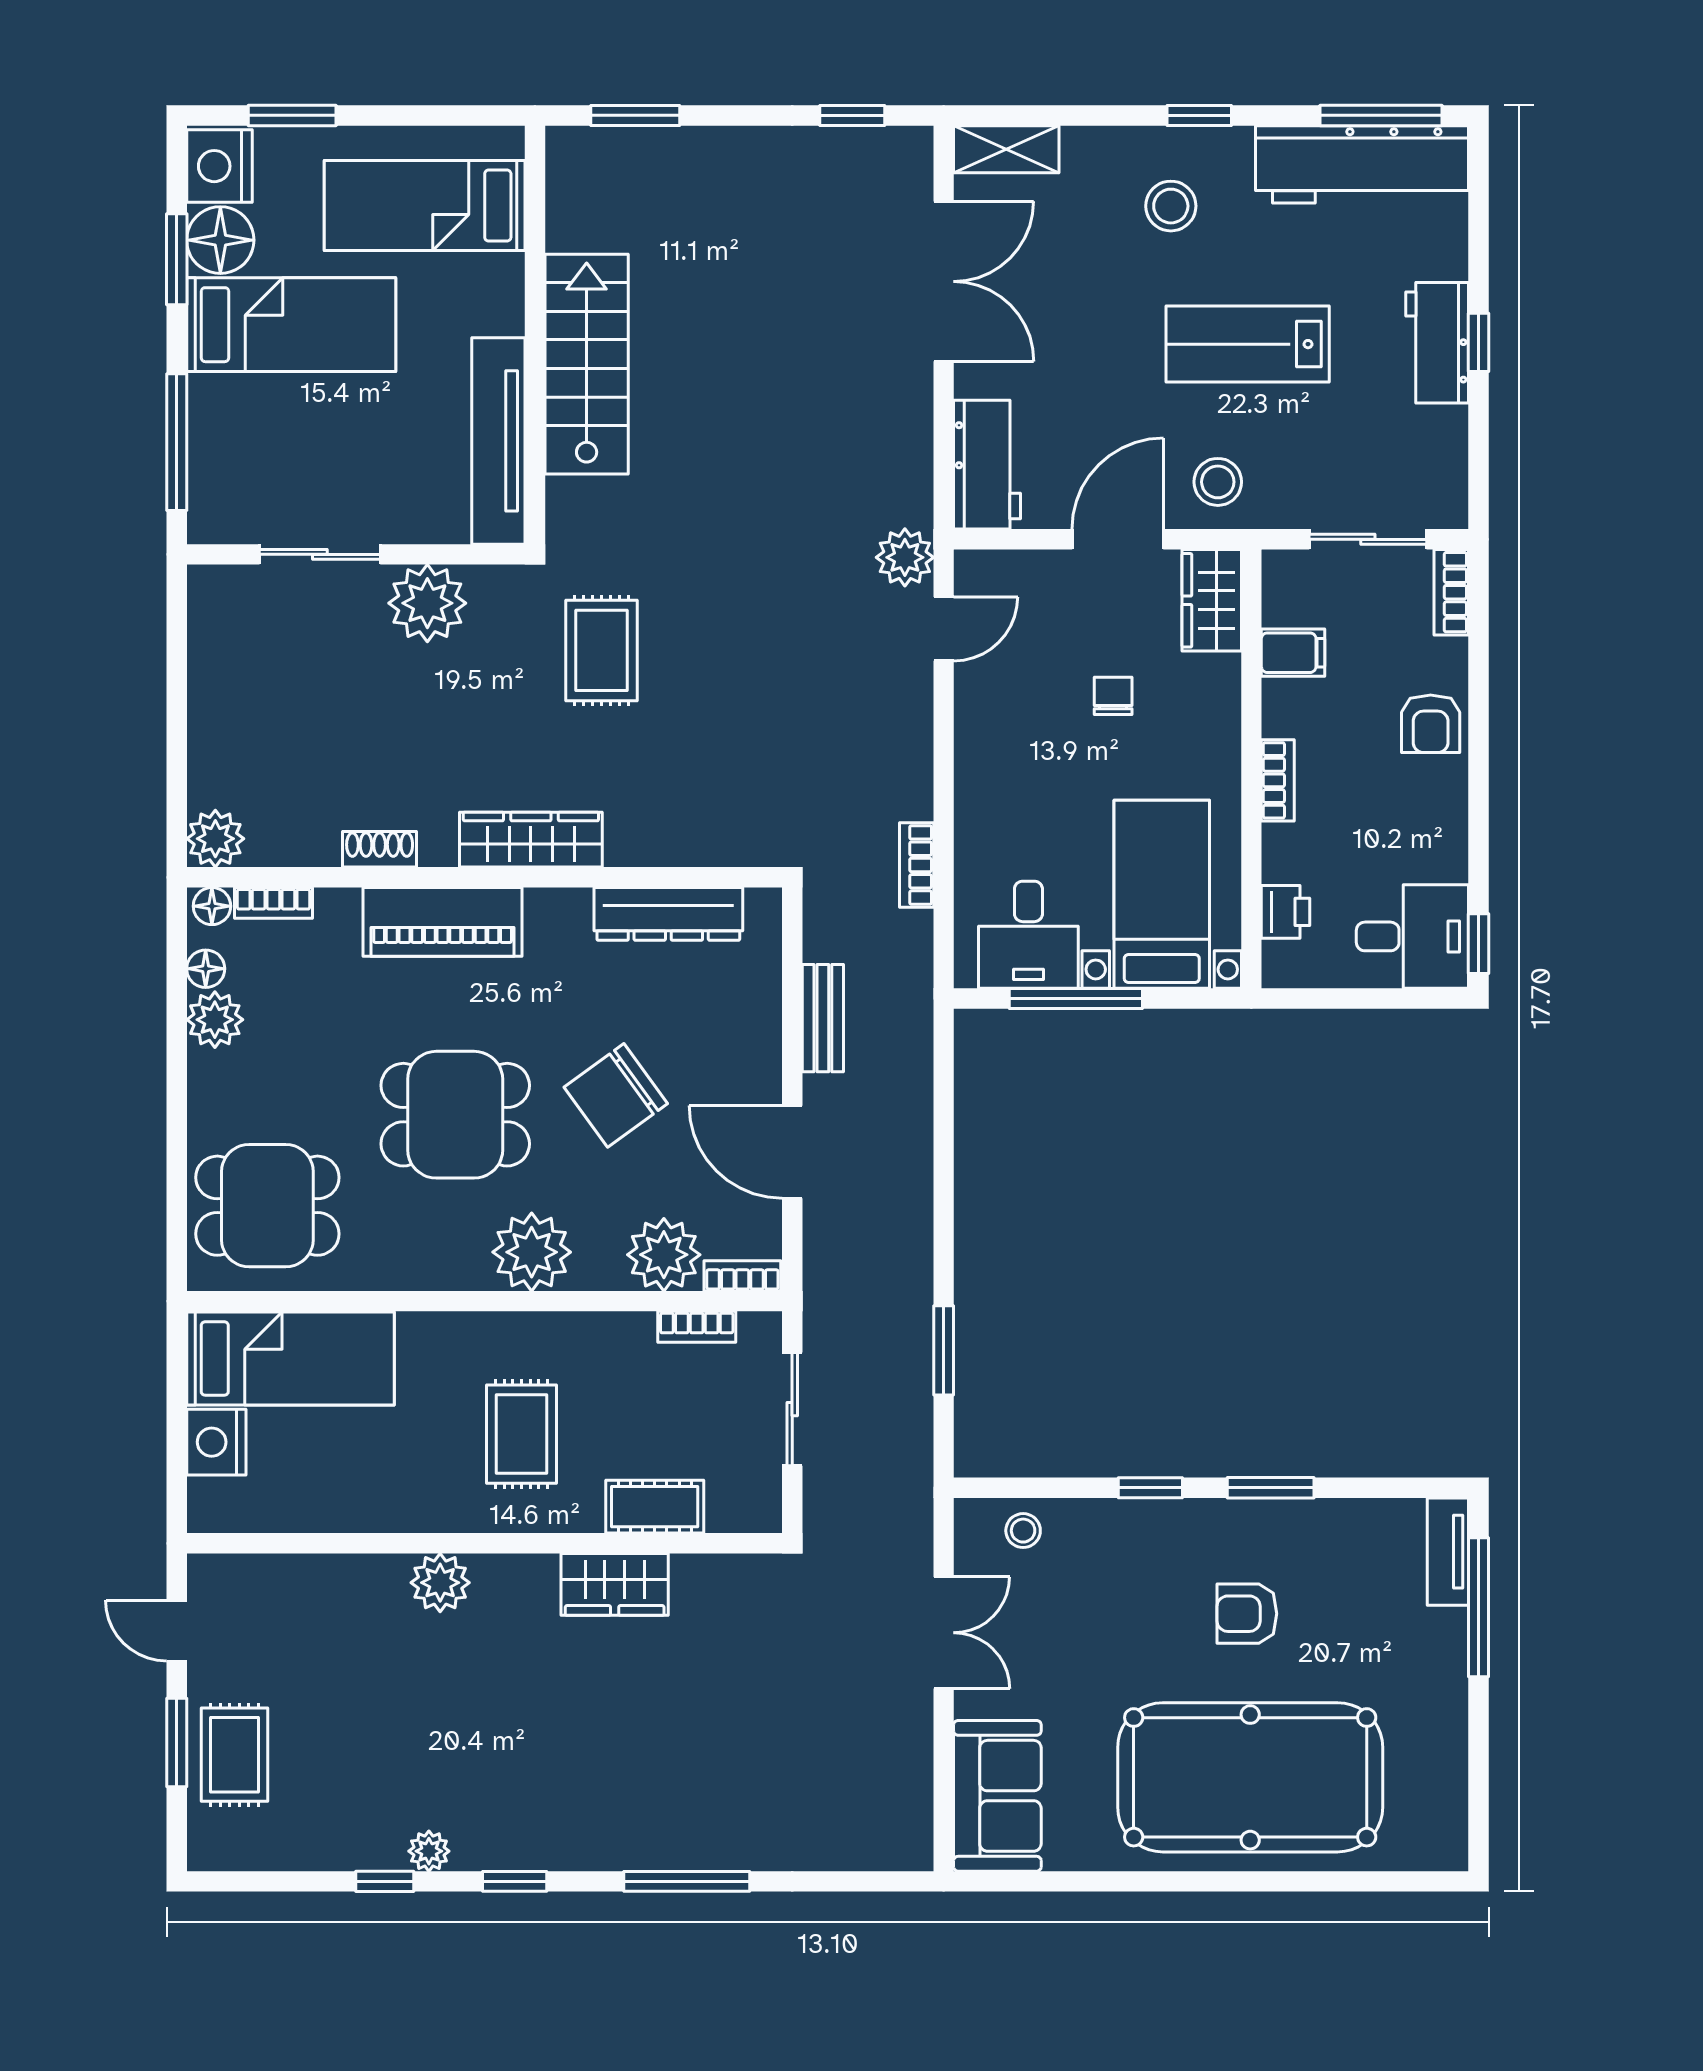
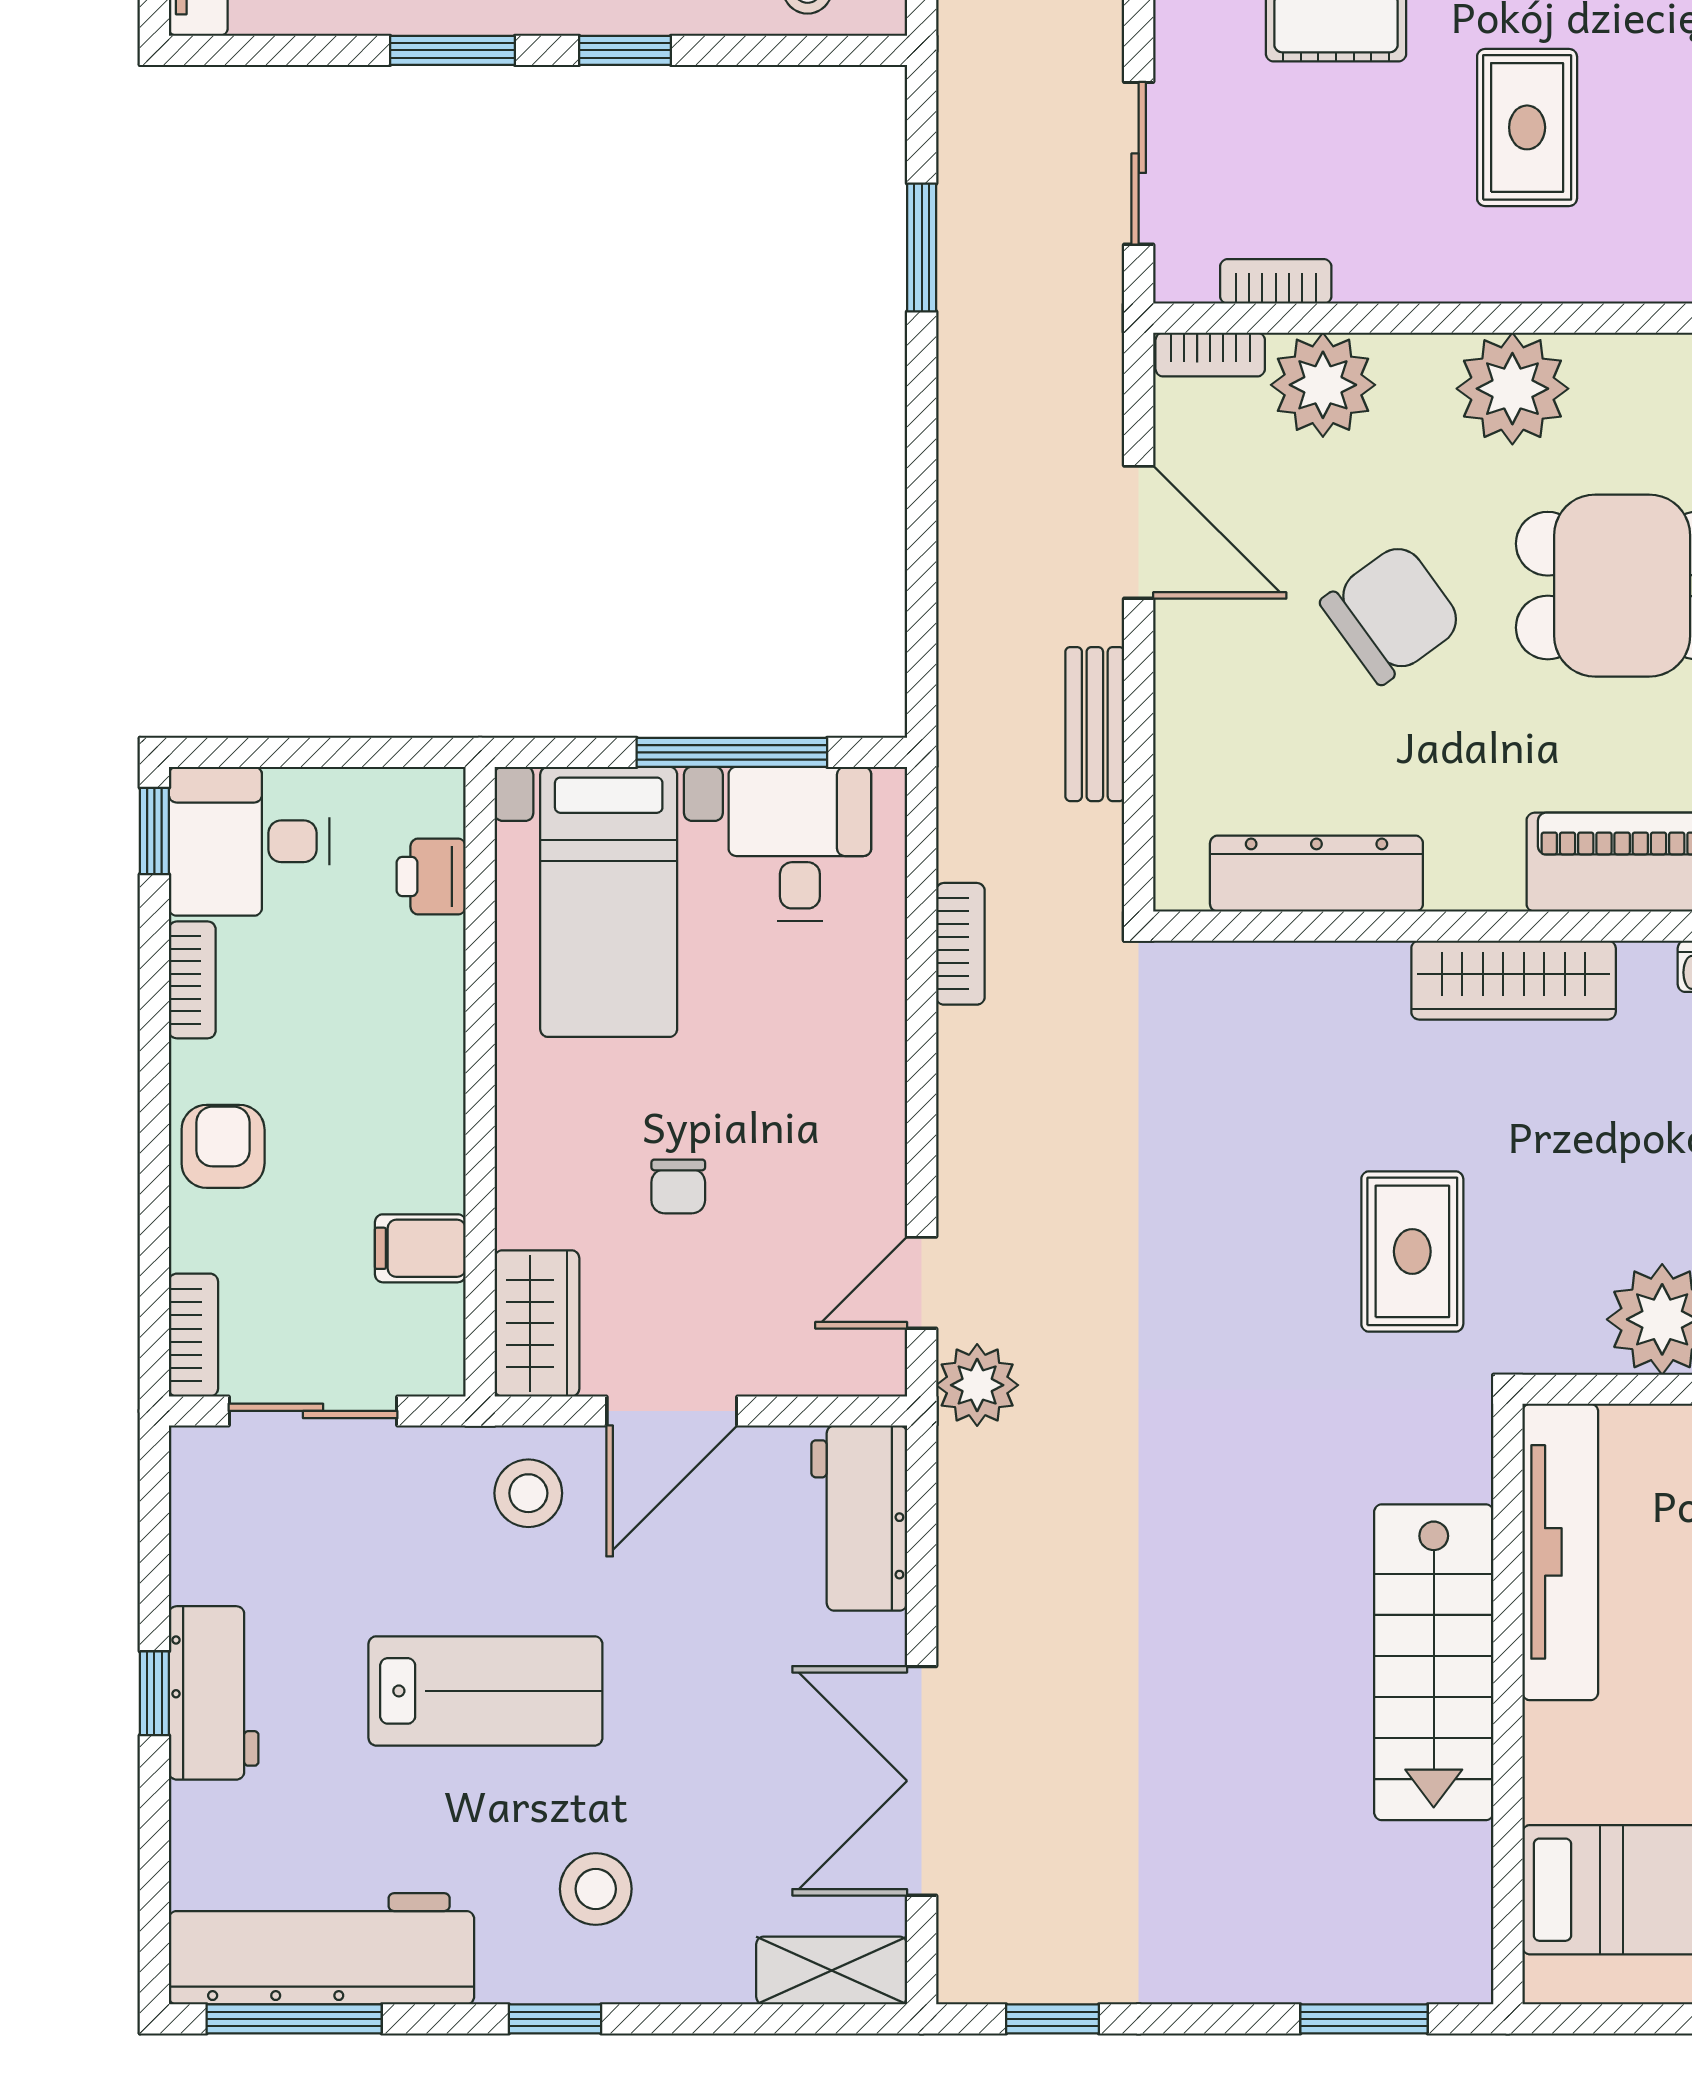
bookcase: (1278, 780) -> (192, 980), moved, turned 180

